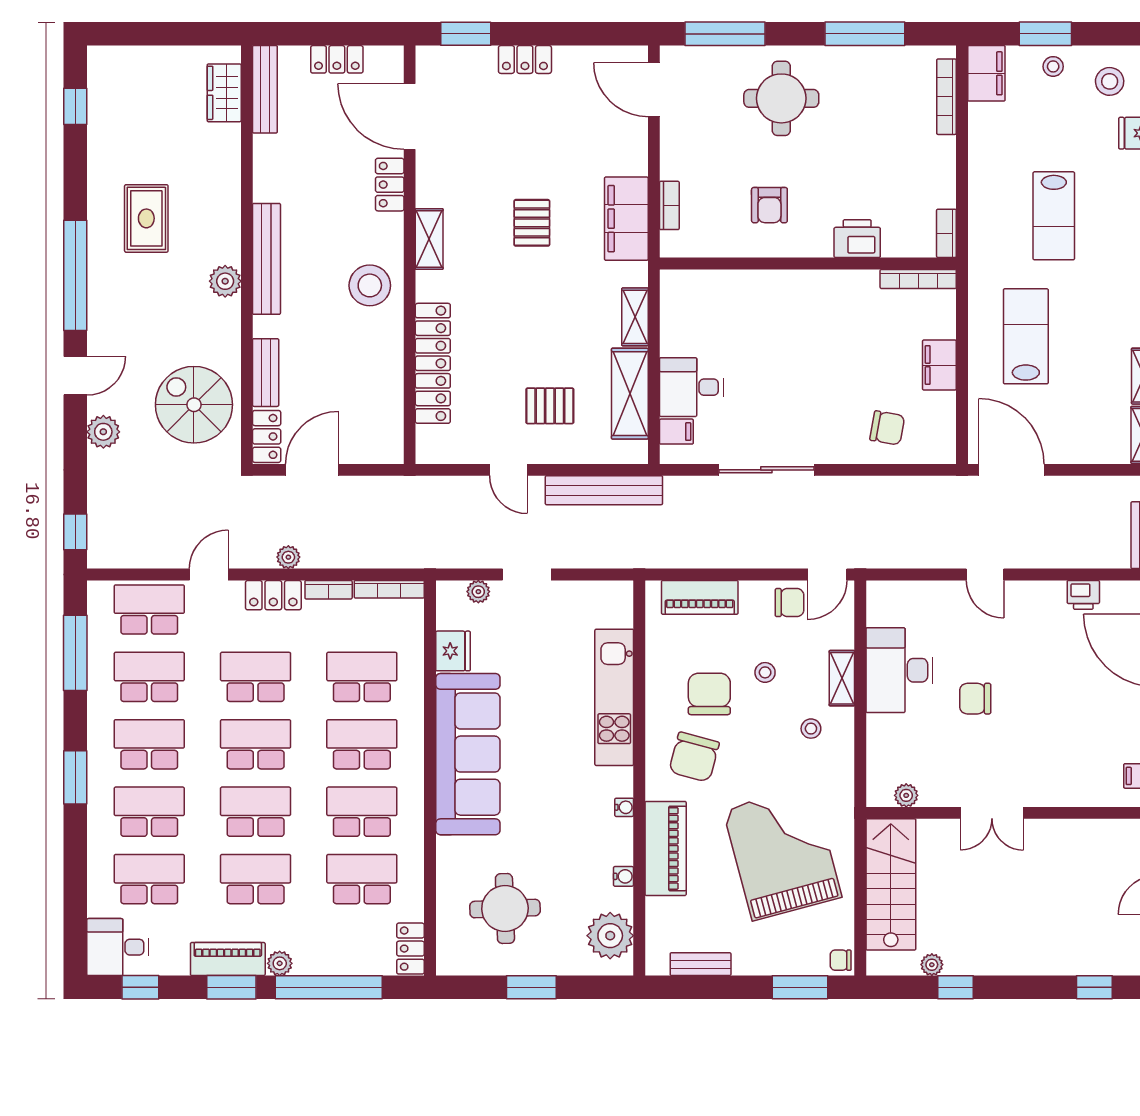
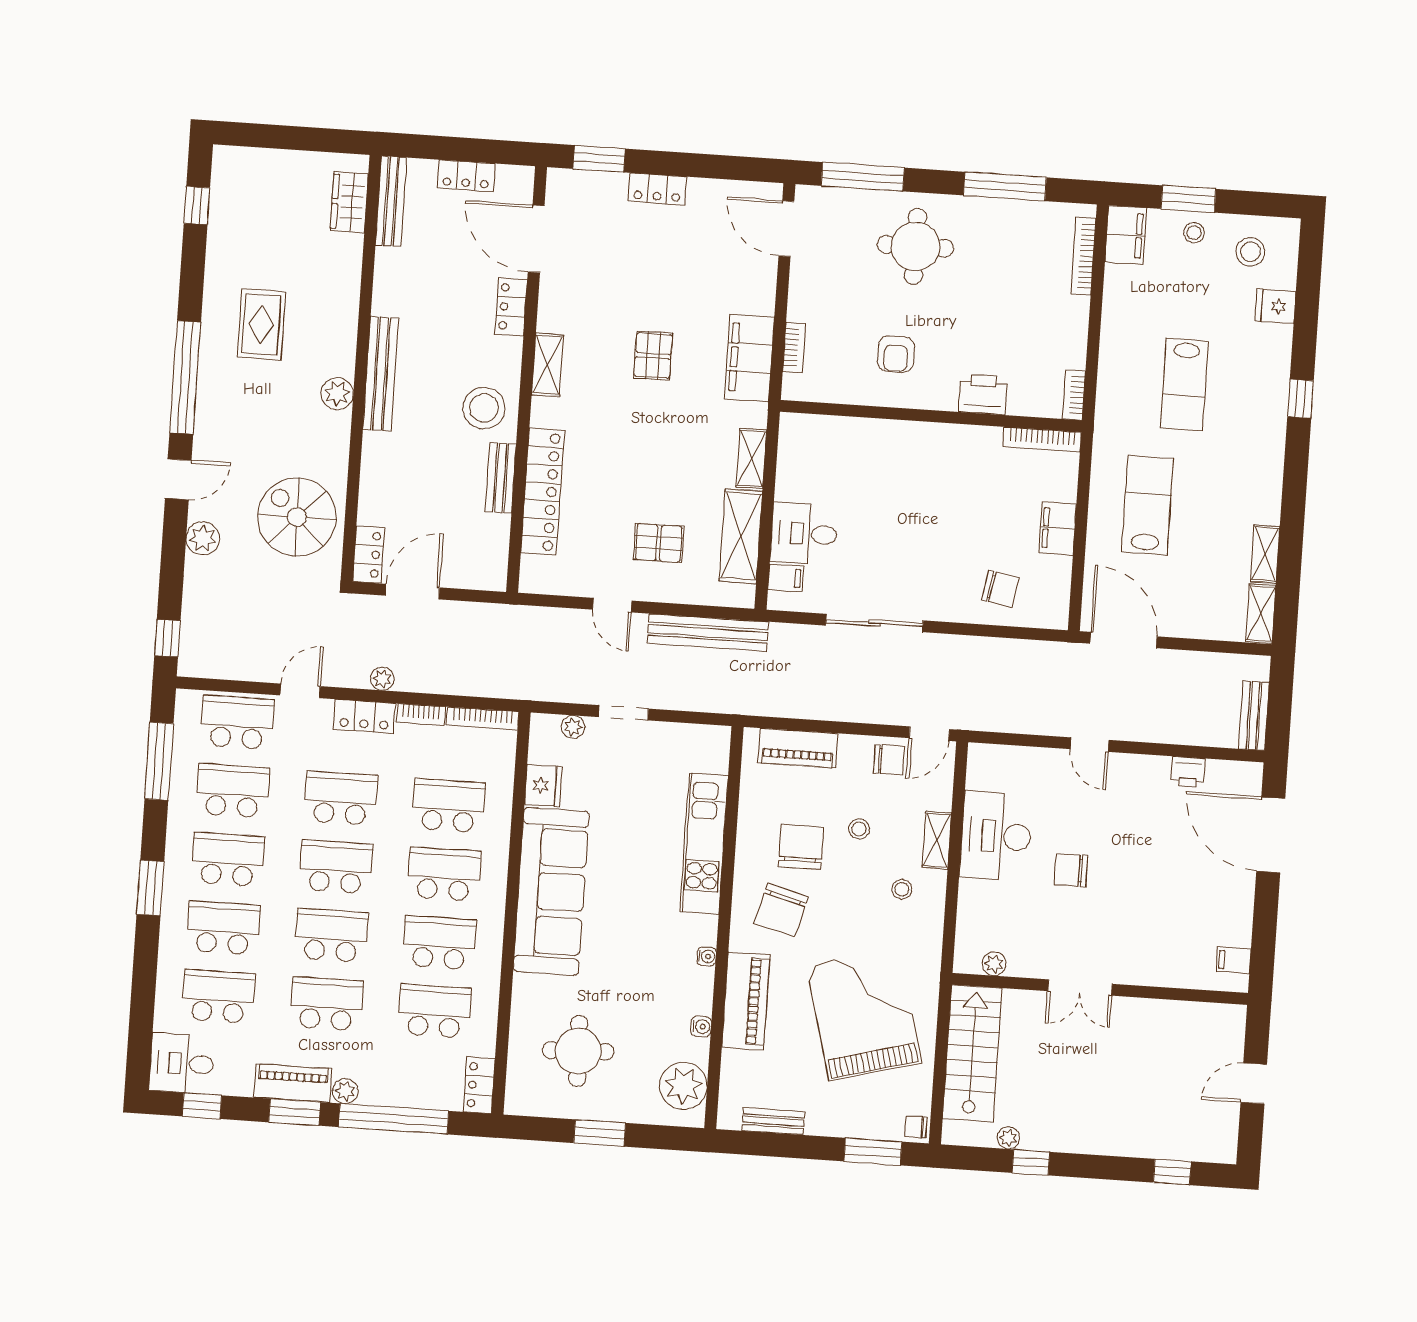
bench: (266, 373) -> (501, 478), moved

